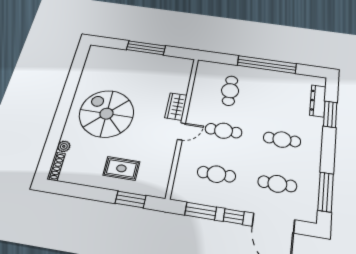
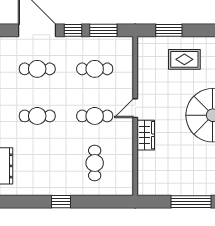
window: (267, 65) -> (61, 202), width x0.32

